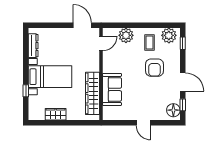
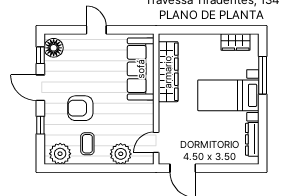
window: (183, 43) -> (40, 125), moved
armchair: (154, 68) -> (80, 108), turned -90
sofa: (112, 89) -> (141, 69), width x1.36
window: (26, 91) -> (263, 75), width x2.17
wardrobe: (56, 114) -> (236, 42), moved

